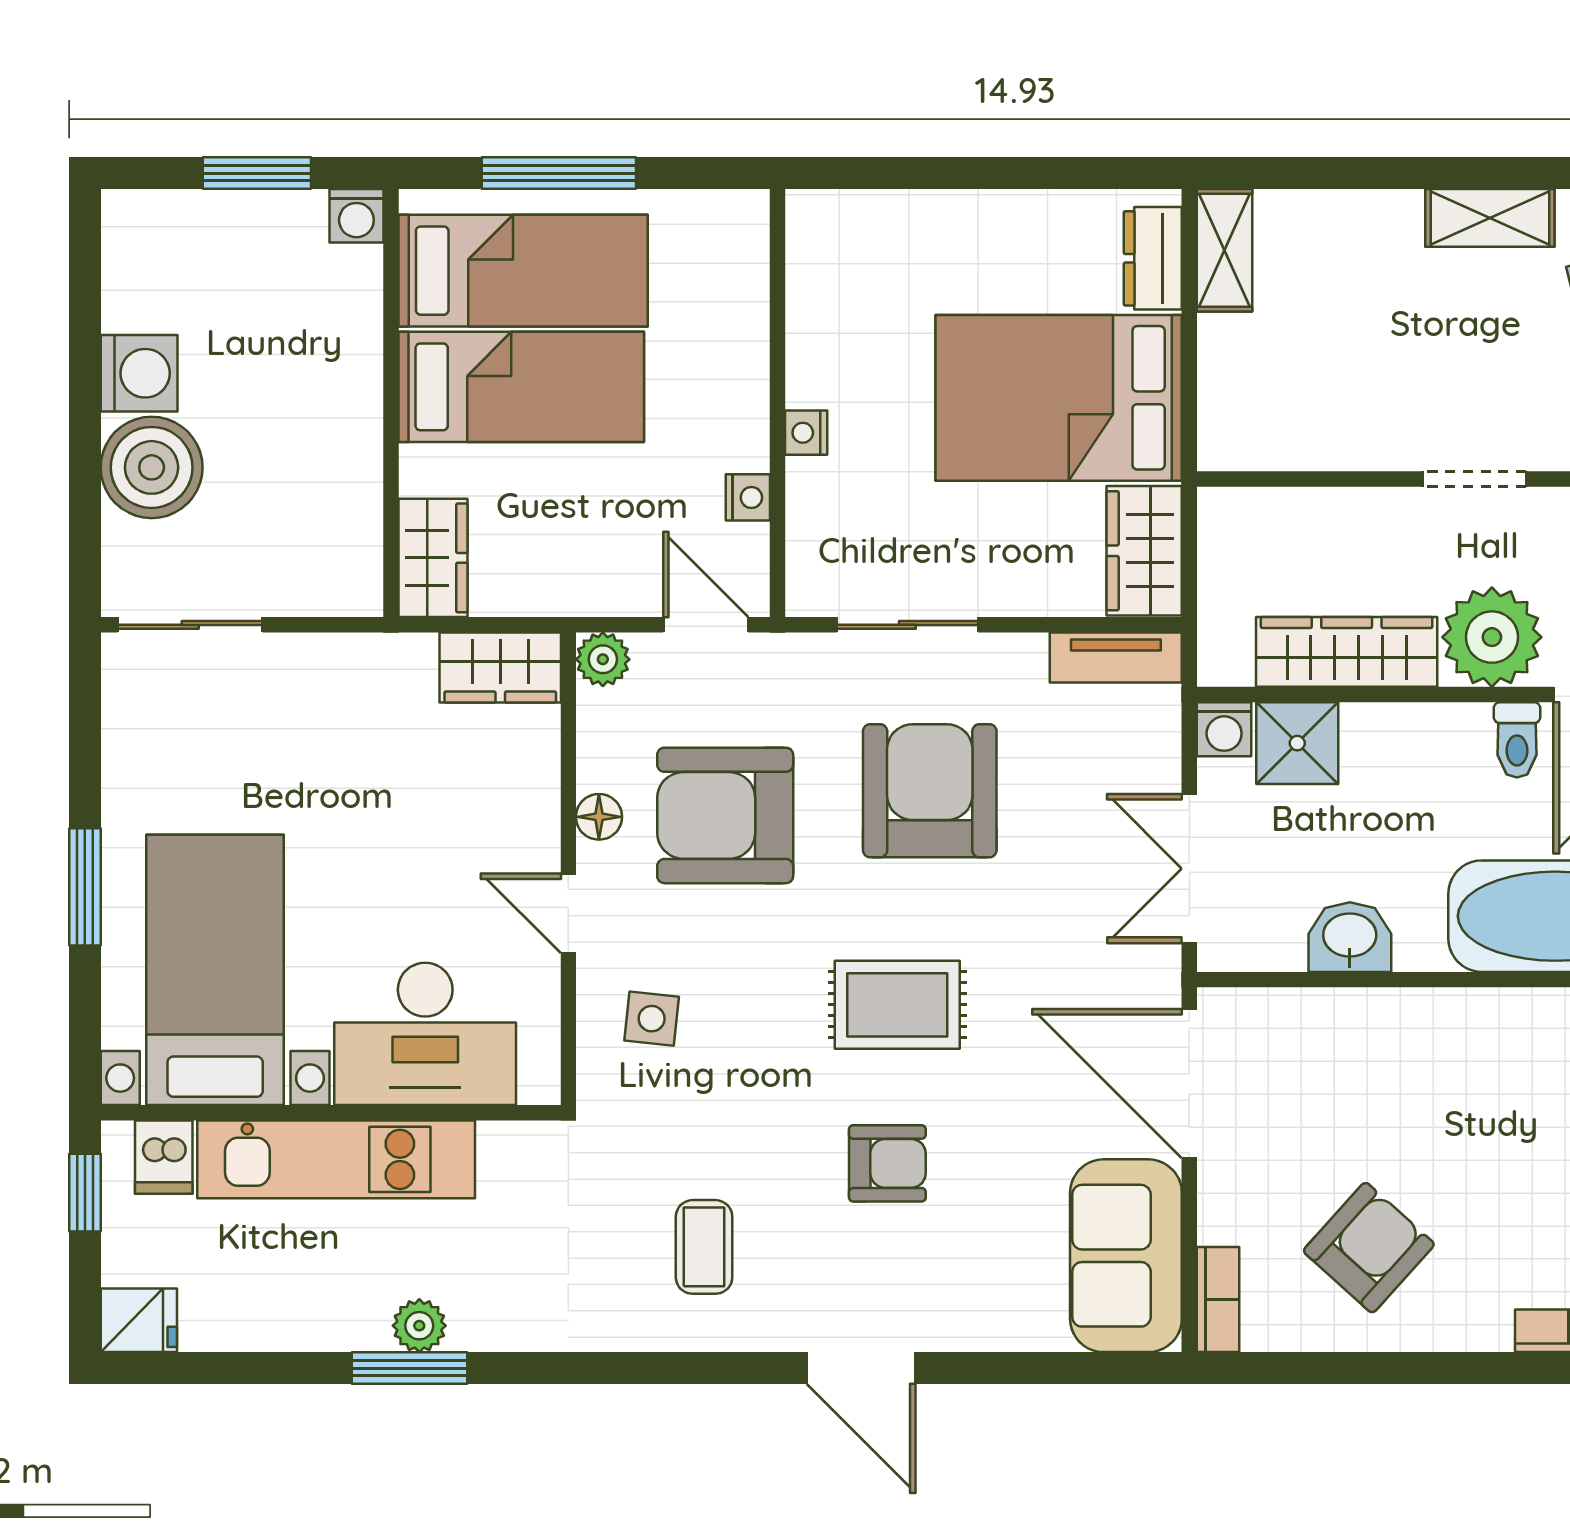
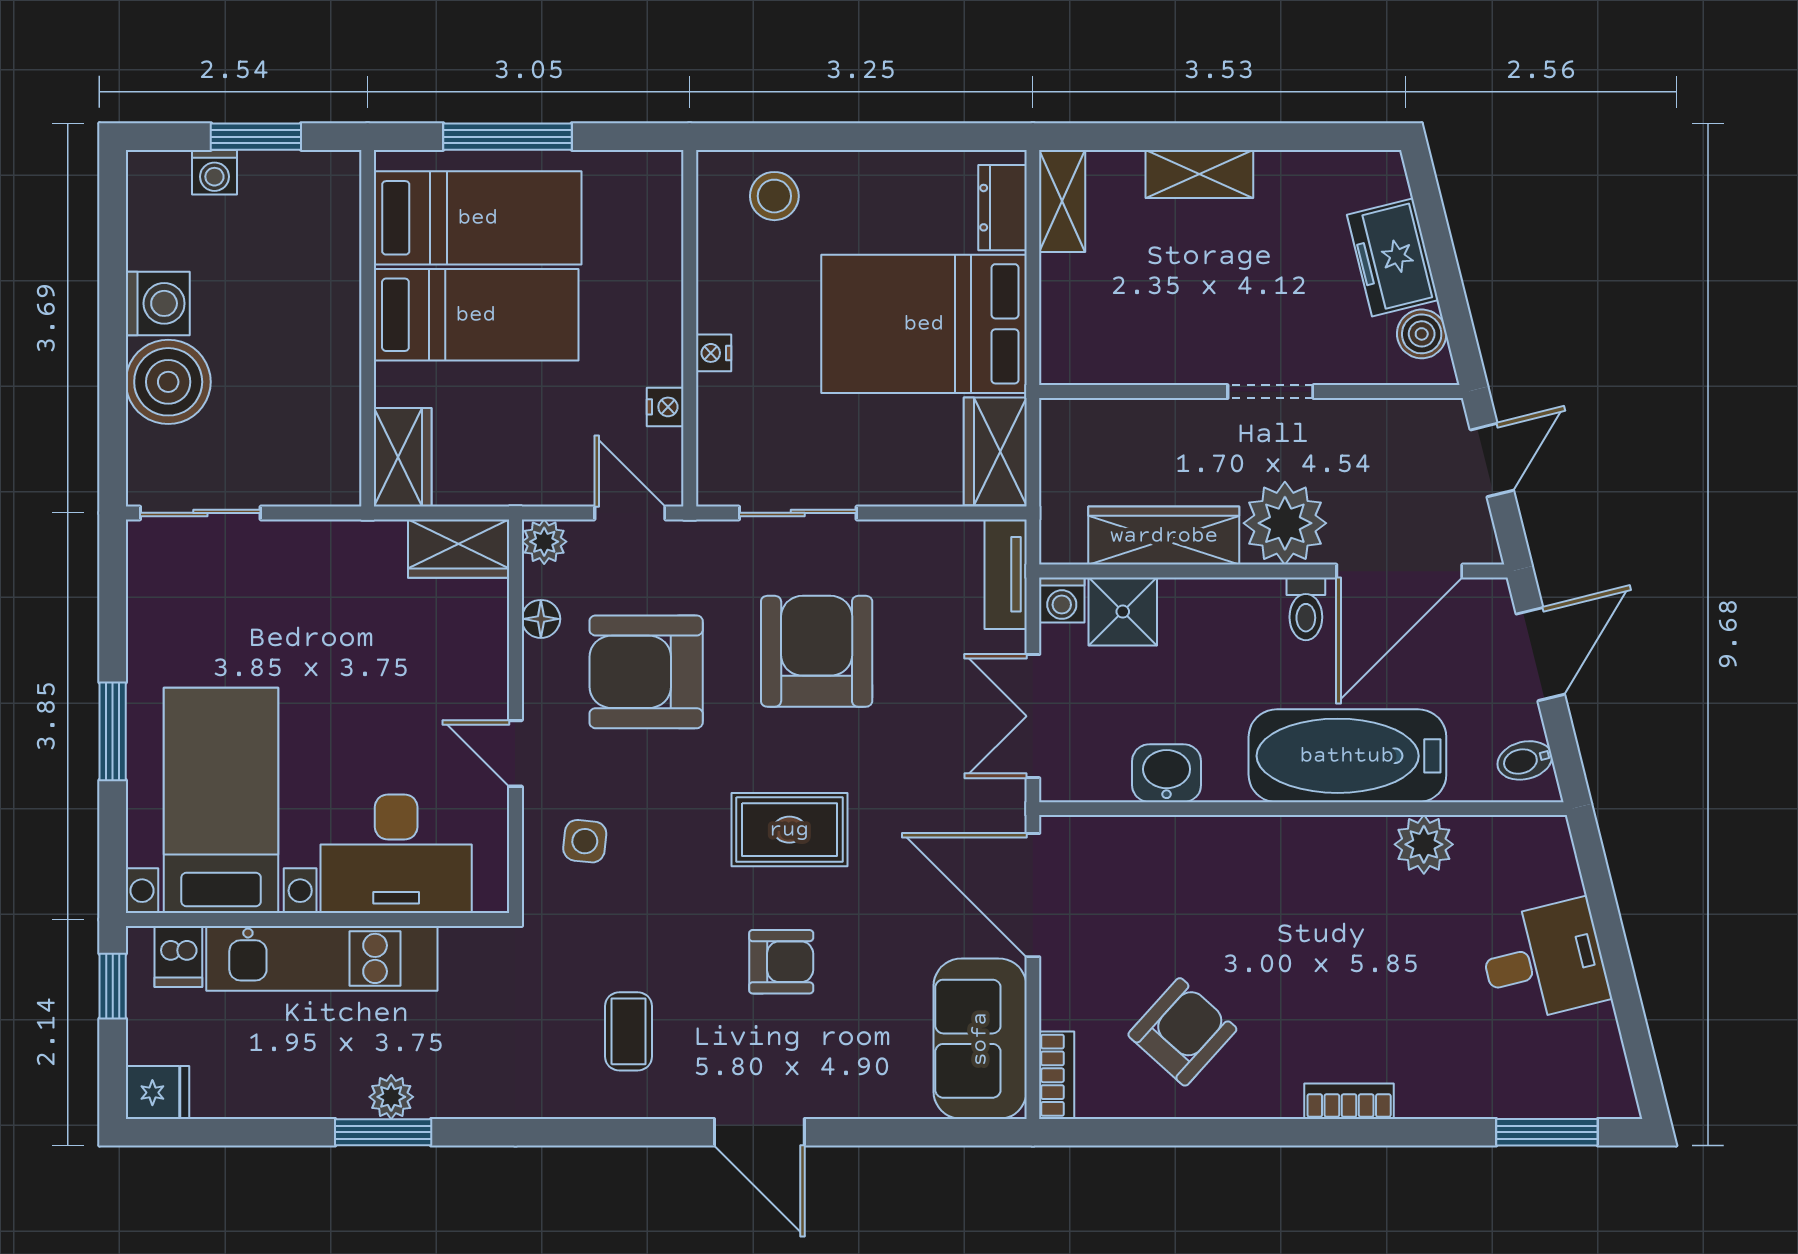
washing machine: (356, 216) -> (214, 172), moved
shelving: (1490, 218) -> (1199, 174), moved
stool: (879, 244) -> (774, 196), added
tv unit: (1116, 658) -> (1006, 574), moved, turned 90
floor lamp: (599, 817) -> (541, 619), moved

